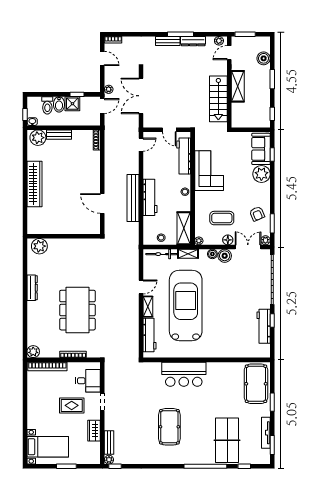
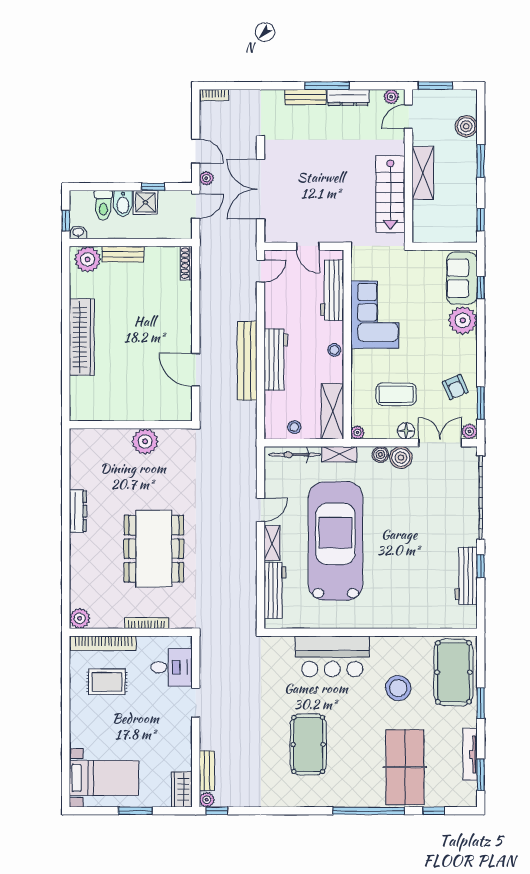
door: (102, 58) -> (196, 151), moved
plant: (39, 246) -> (145, 442), moved
stool: (223, 393) -> (398, 688), added
rug: (72, 405) -> (107, 682), moved
wardrobe: (94, 431) -> (182, 789), moved

